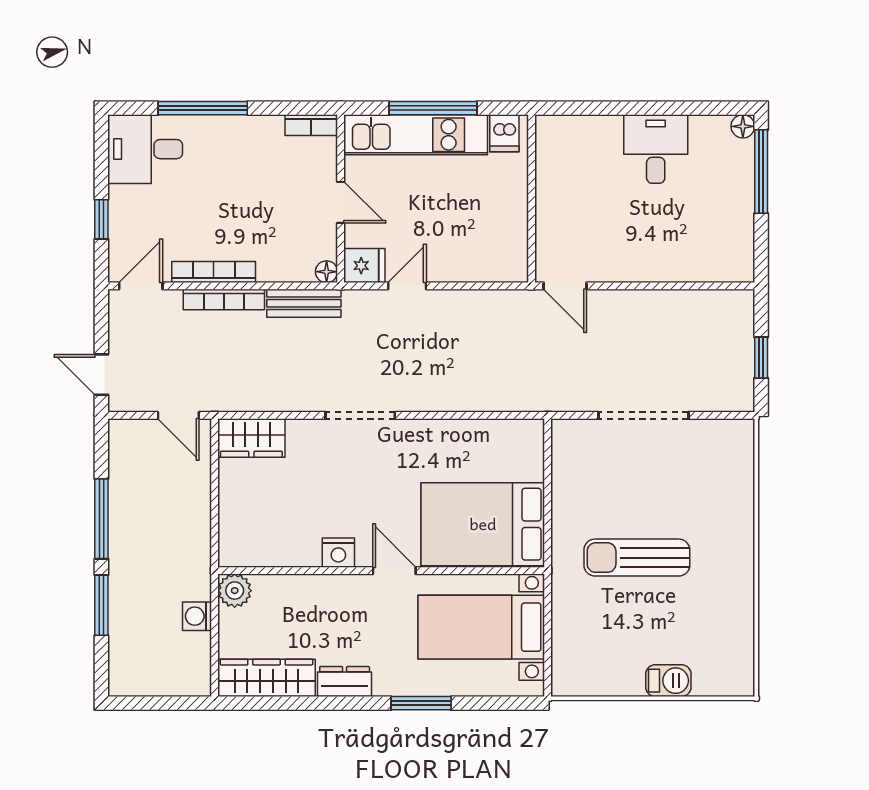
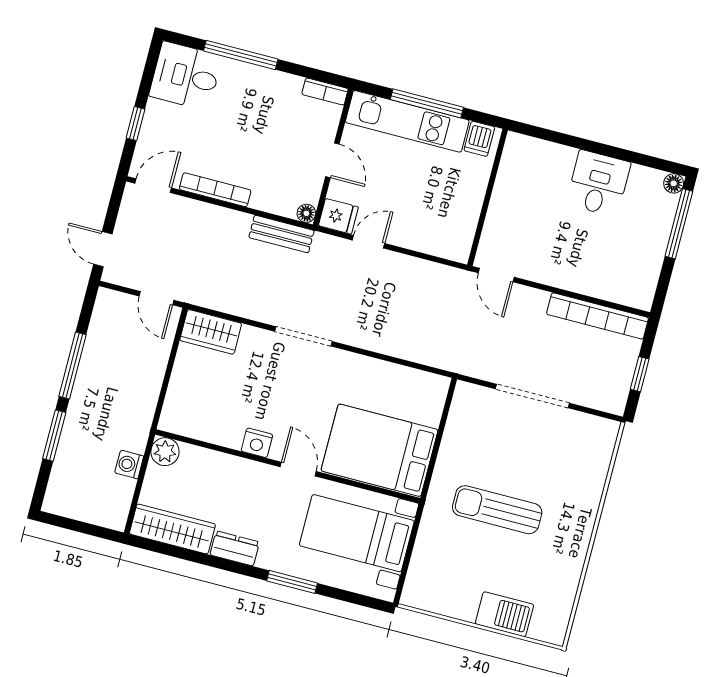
bookcase: (224, 300) -> (598, 316), moved, width x1.48, depth x1.31
barbecue: (668, 681) -> (504, 614), width x1.38, depth x1.27

